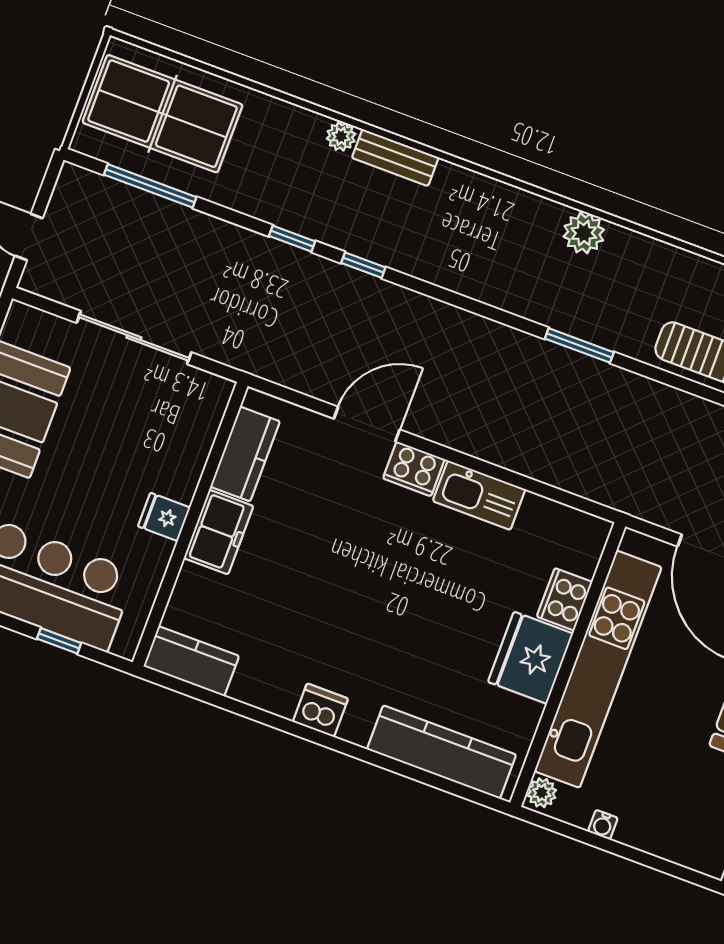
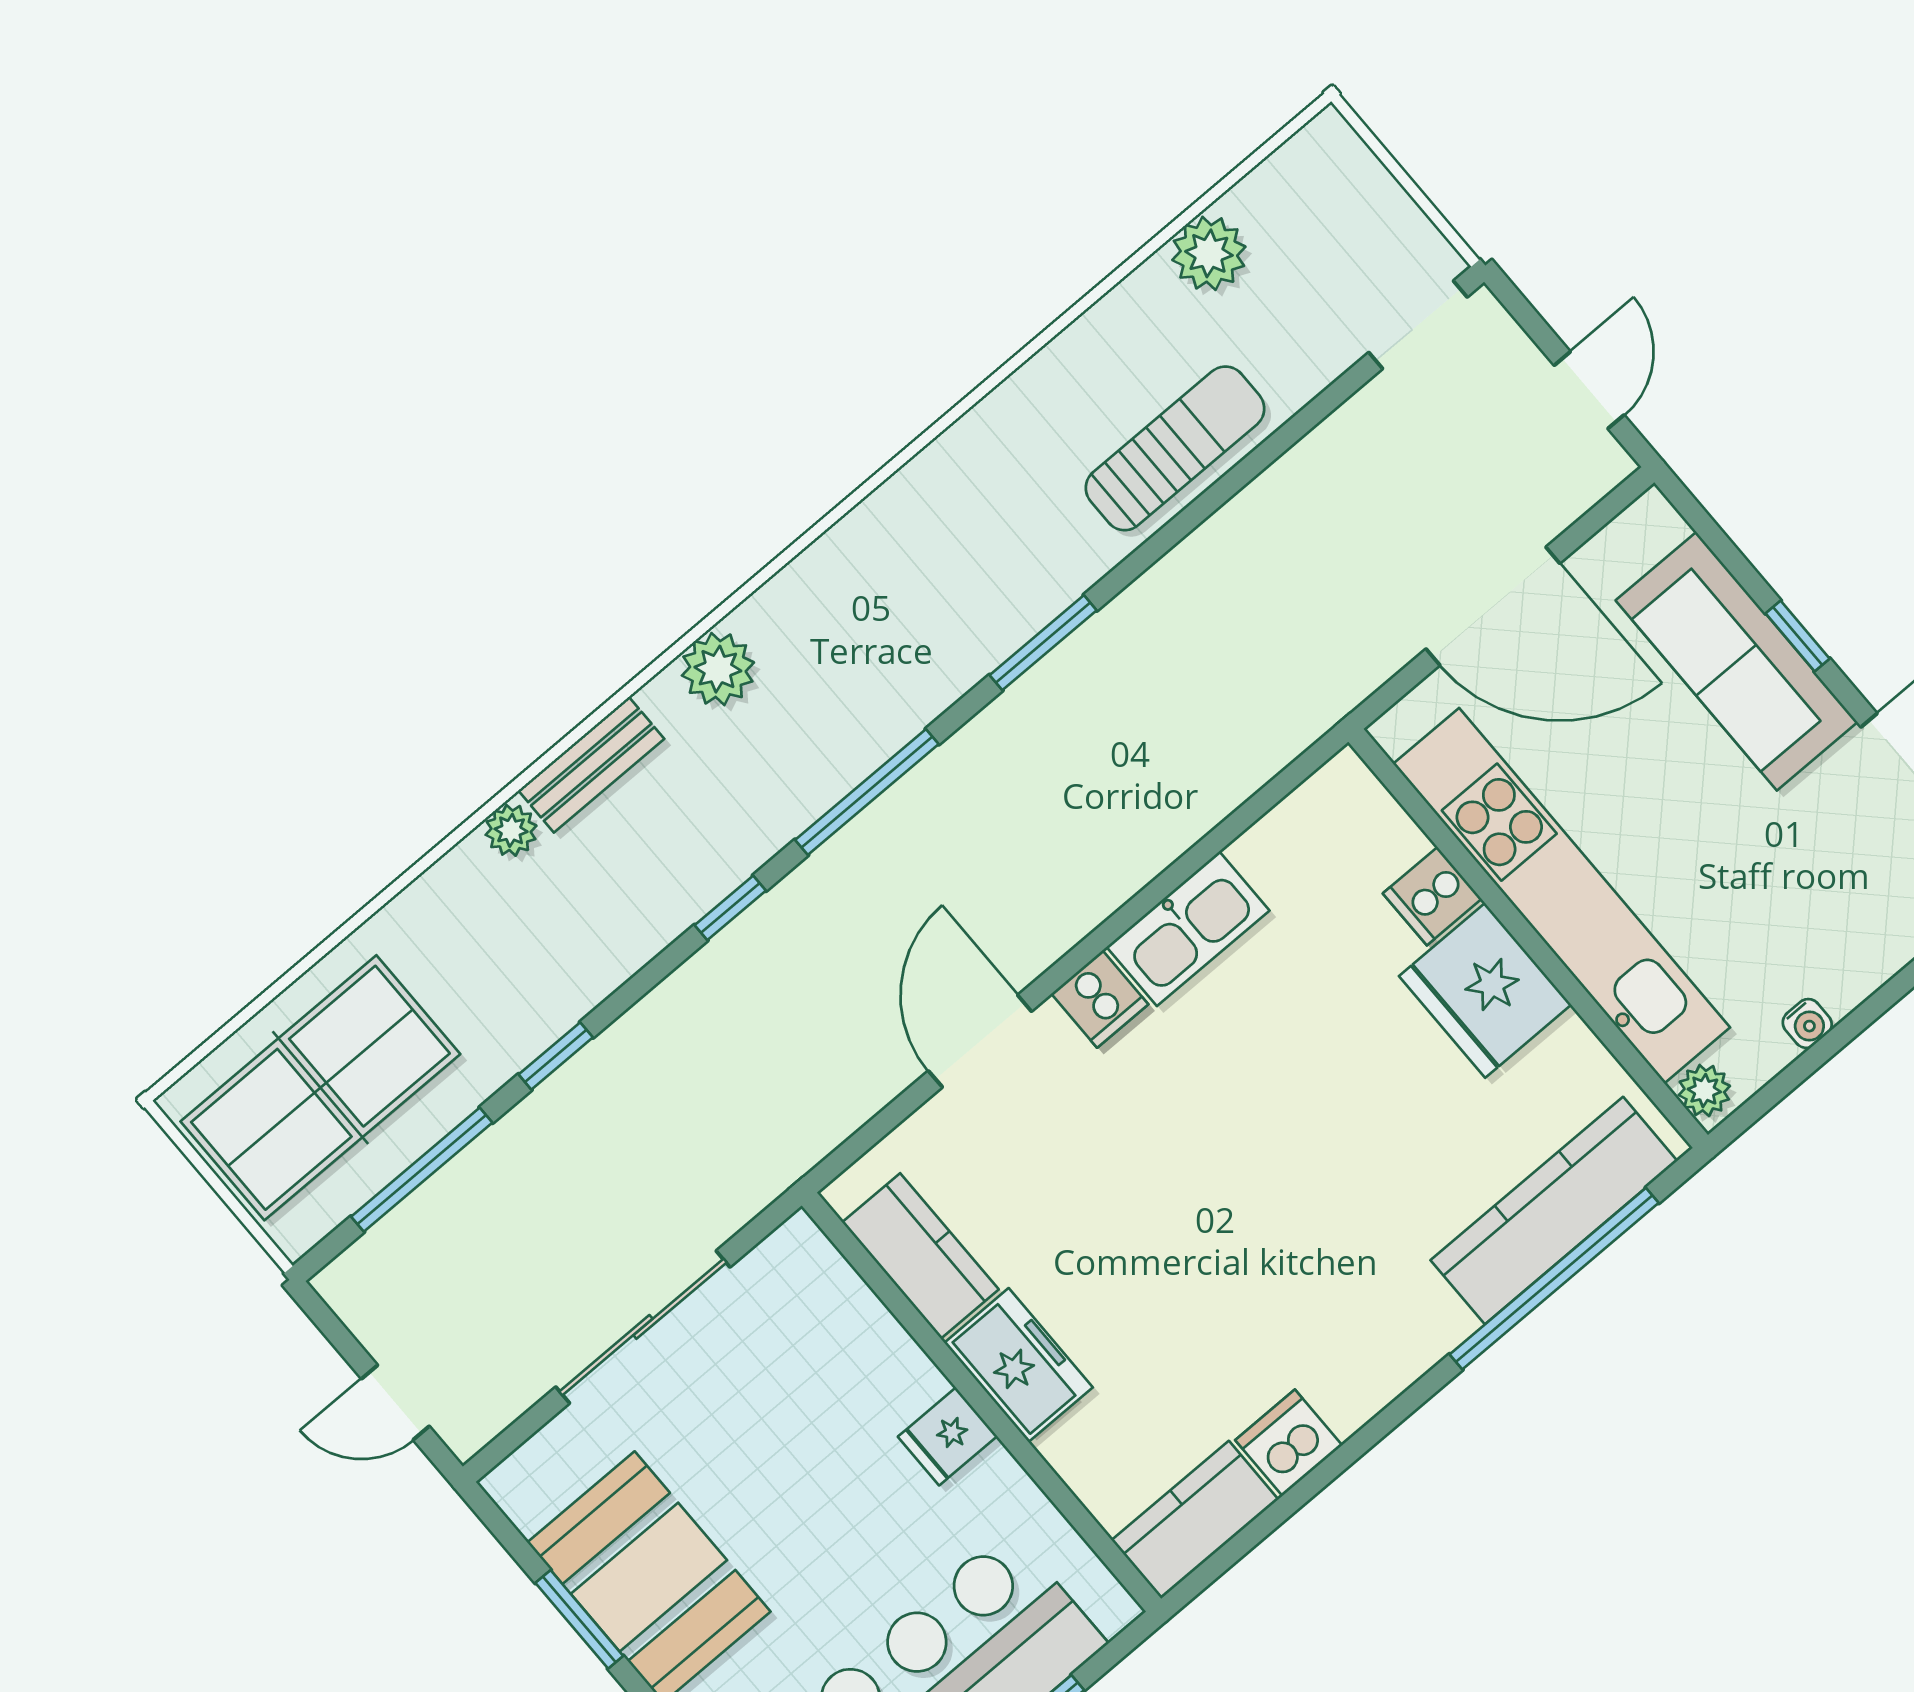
plant: (584, 233) -> (718, 669), moved
window: (292, 239) -> (556, 1056), moved
window: (458, 300) -> (867, 792), added
cooker: (414, 469) -> (1100, 999), width x0.73
cooker: (565, 599) -> (1432, 896), width x0.73
dishwasher: (320, 710) -> (1289, 1443), moved
window: (408, 771) -> (1554, 1279), added

